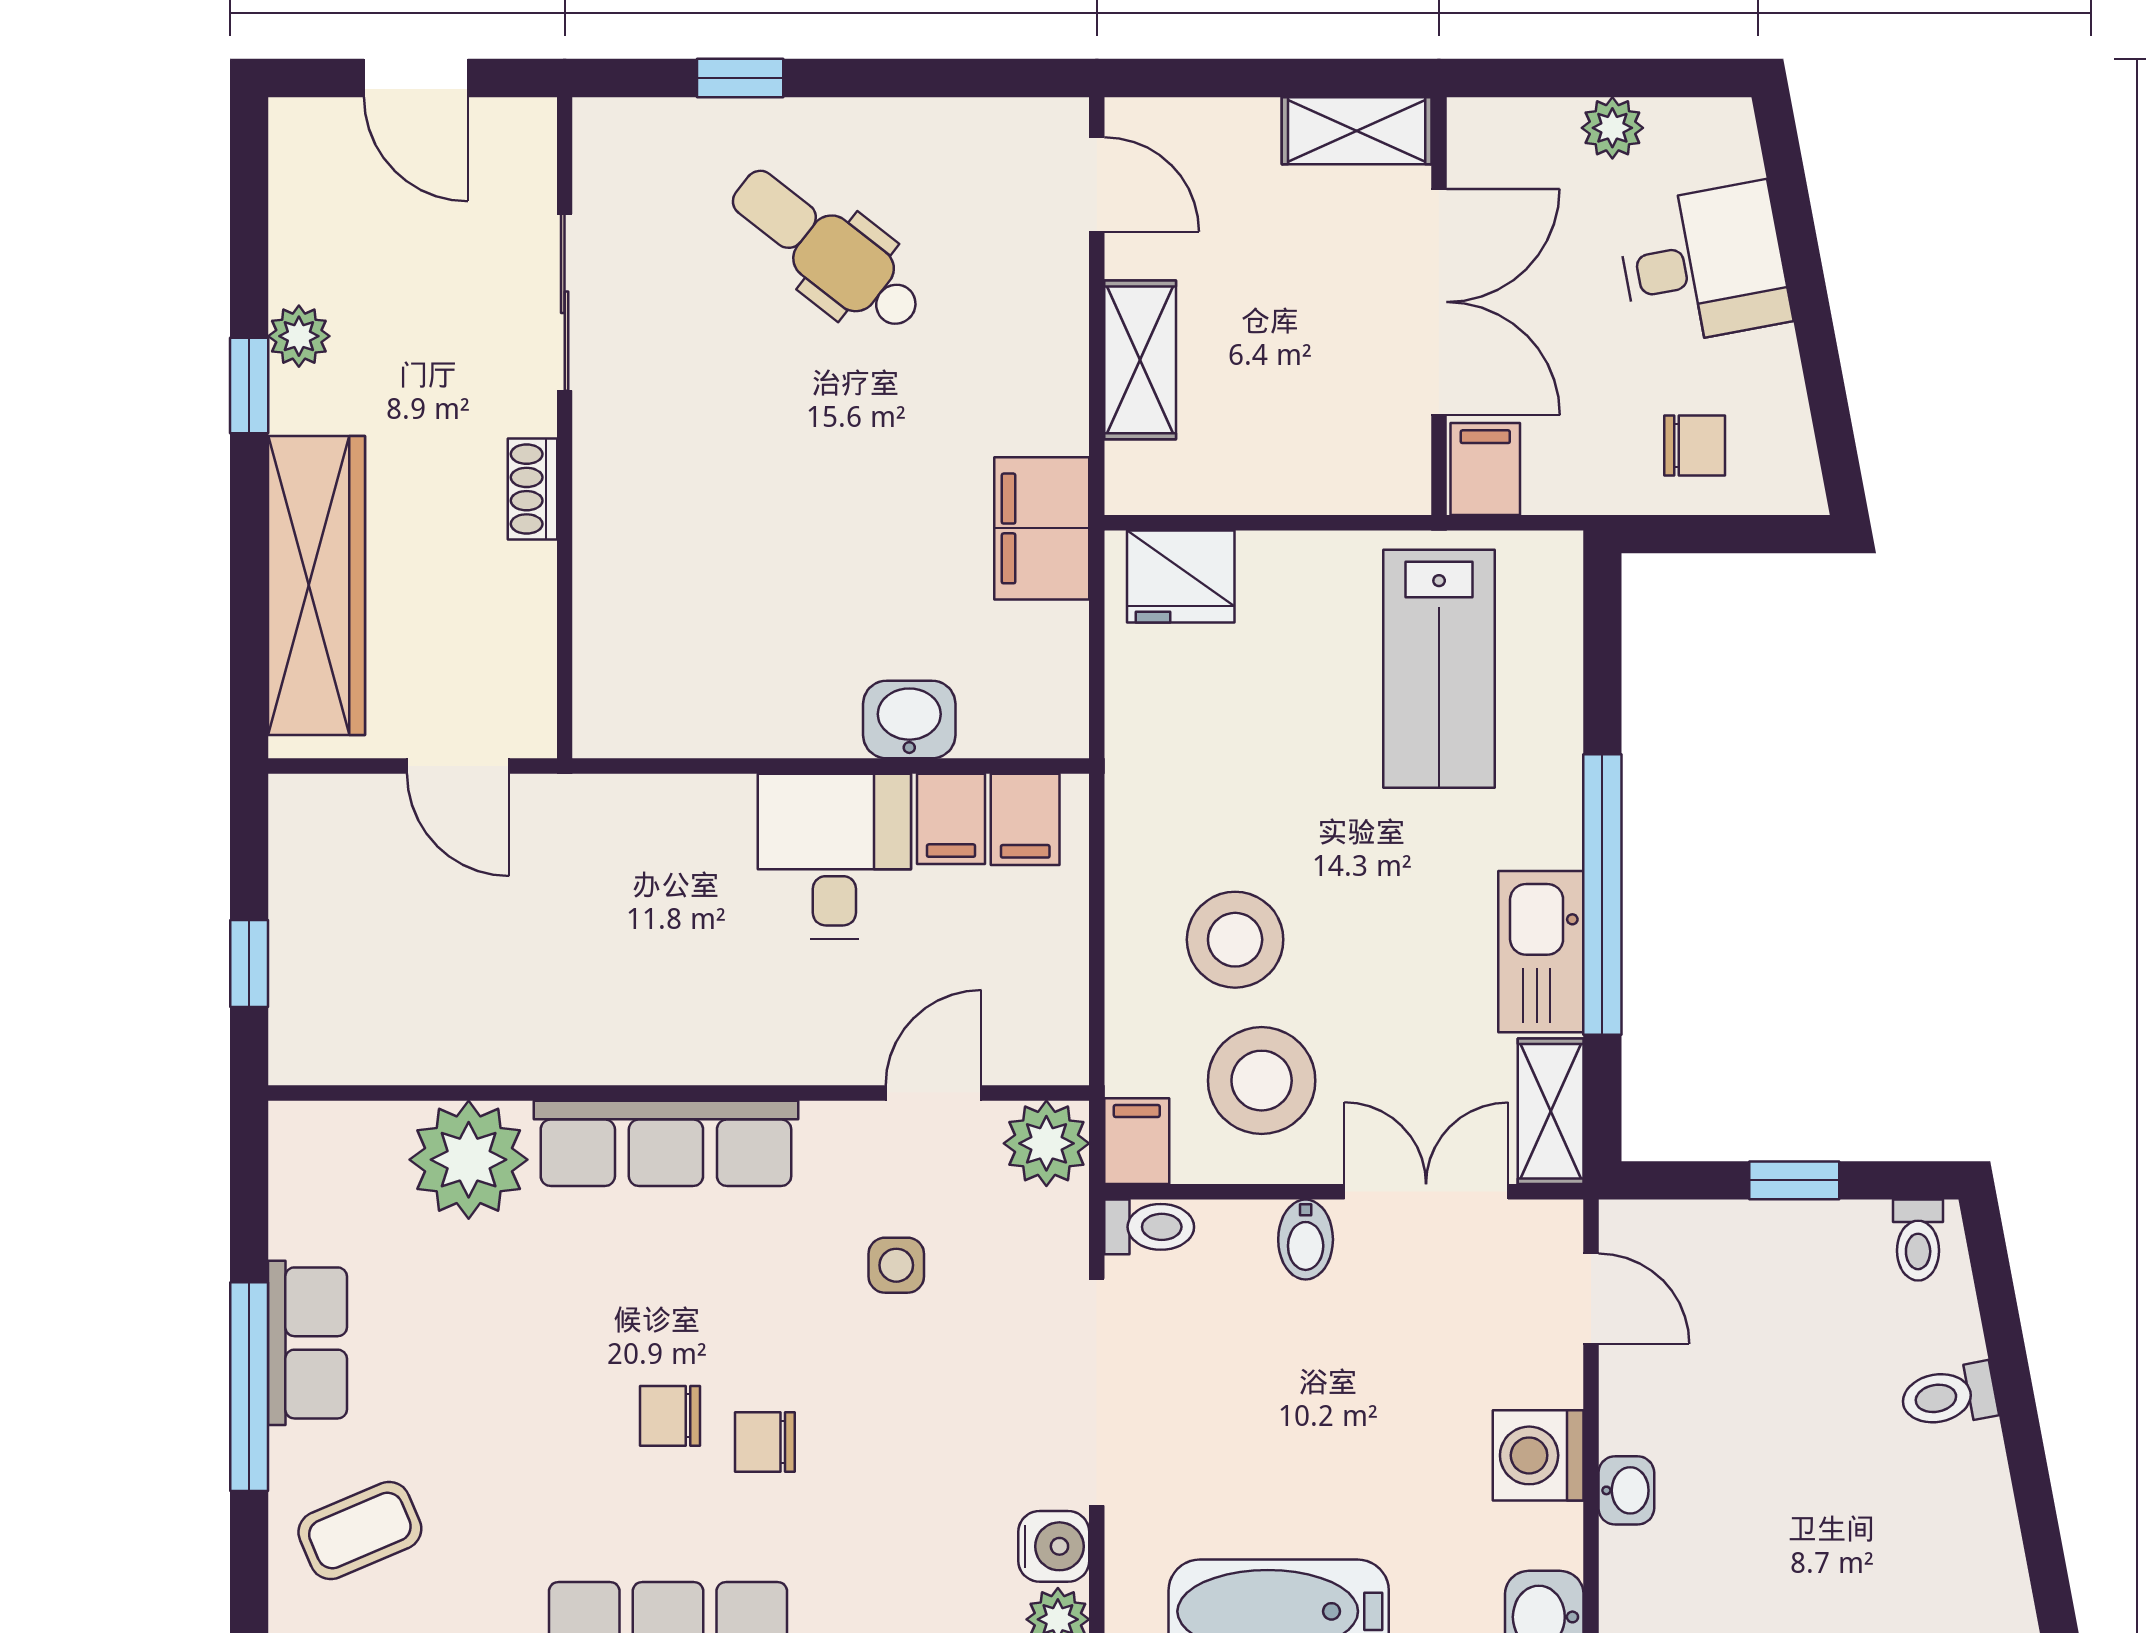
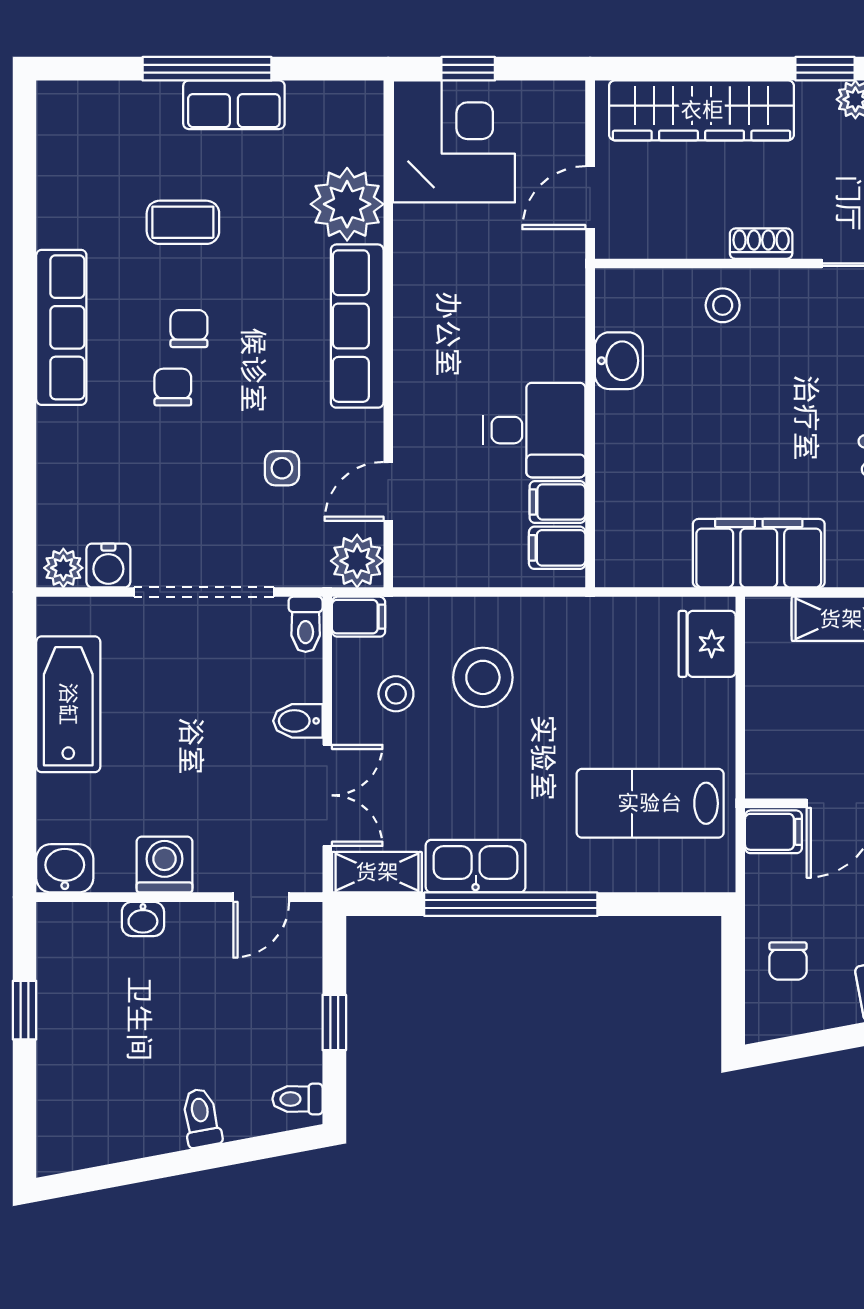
filing cabinet: (1042, 528) -> (759, 553), width x1.50, depth x1.17
stool: (632, 551) -> (723, 305), added
washbasin: (909, 720) -> (619, 361), moved
corner desk: (367, 987) -> (454, 141), added
stool: (1262, 1081) -> (396, 694), width x0.53, depth x0.53
door: (934, 1093) -> (388, 491), swing flipped
coffee table: (360, 1531) -> (183, 222), moved, turned -67

